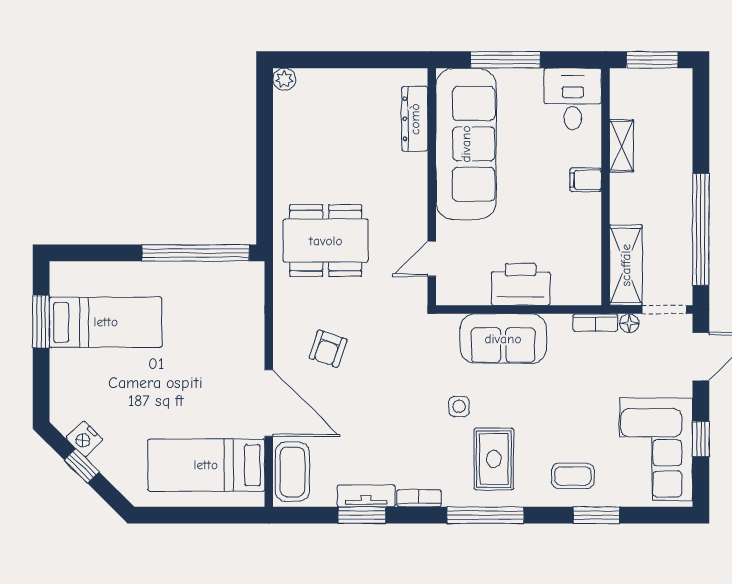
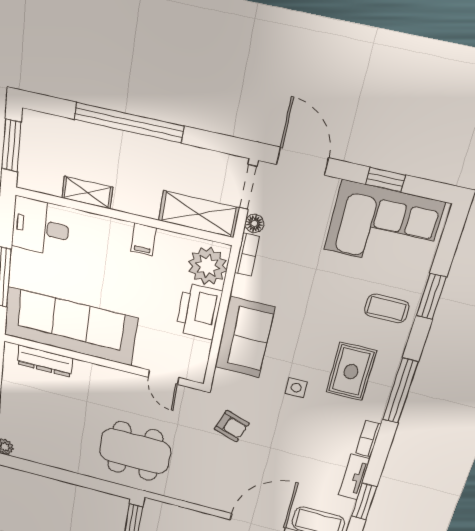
filing cabinet: (586, 180) -> (144, 239), moved
window: (701, 229) -> (129, 123), moved
dining table: (326, 241) -> (135, 451), turned 90
plant: (573, 284) -> (208, 266), added
armchair: (328, 349) -> (232, 426), moved
rug: (494, 459) -> (351, 372), turned 90
coffee table: (573, 476) -> (387, 308), turned 90
window: (362, 515) -> (364, 502), moved

